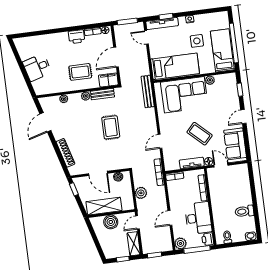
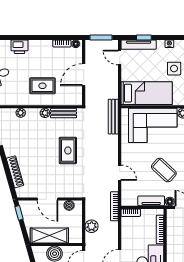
printer: (77, 37) -> (19, 47), moved
filing cabinet: (108, 80) -> (72, 99), removed
door: (160, 141) -> (120, 173), swing flipped

